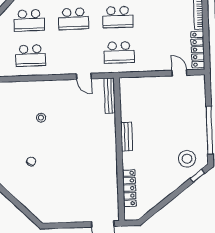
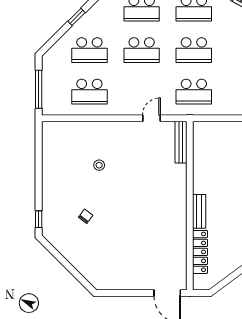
door: (84, 76) -> (151, 118), swing flipped
bench: (127, 136) -> (199, 211), moved

